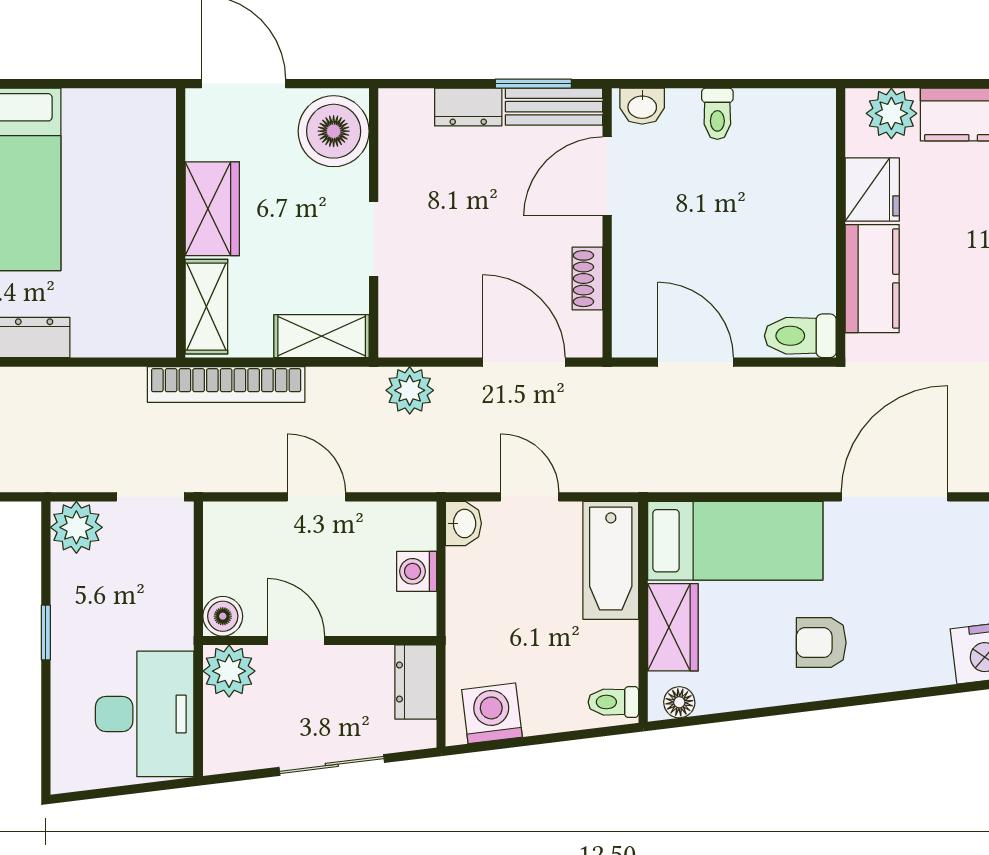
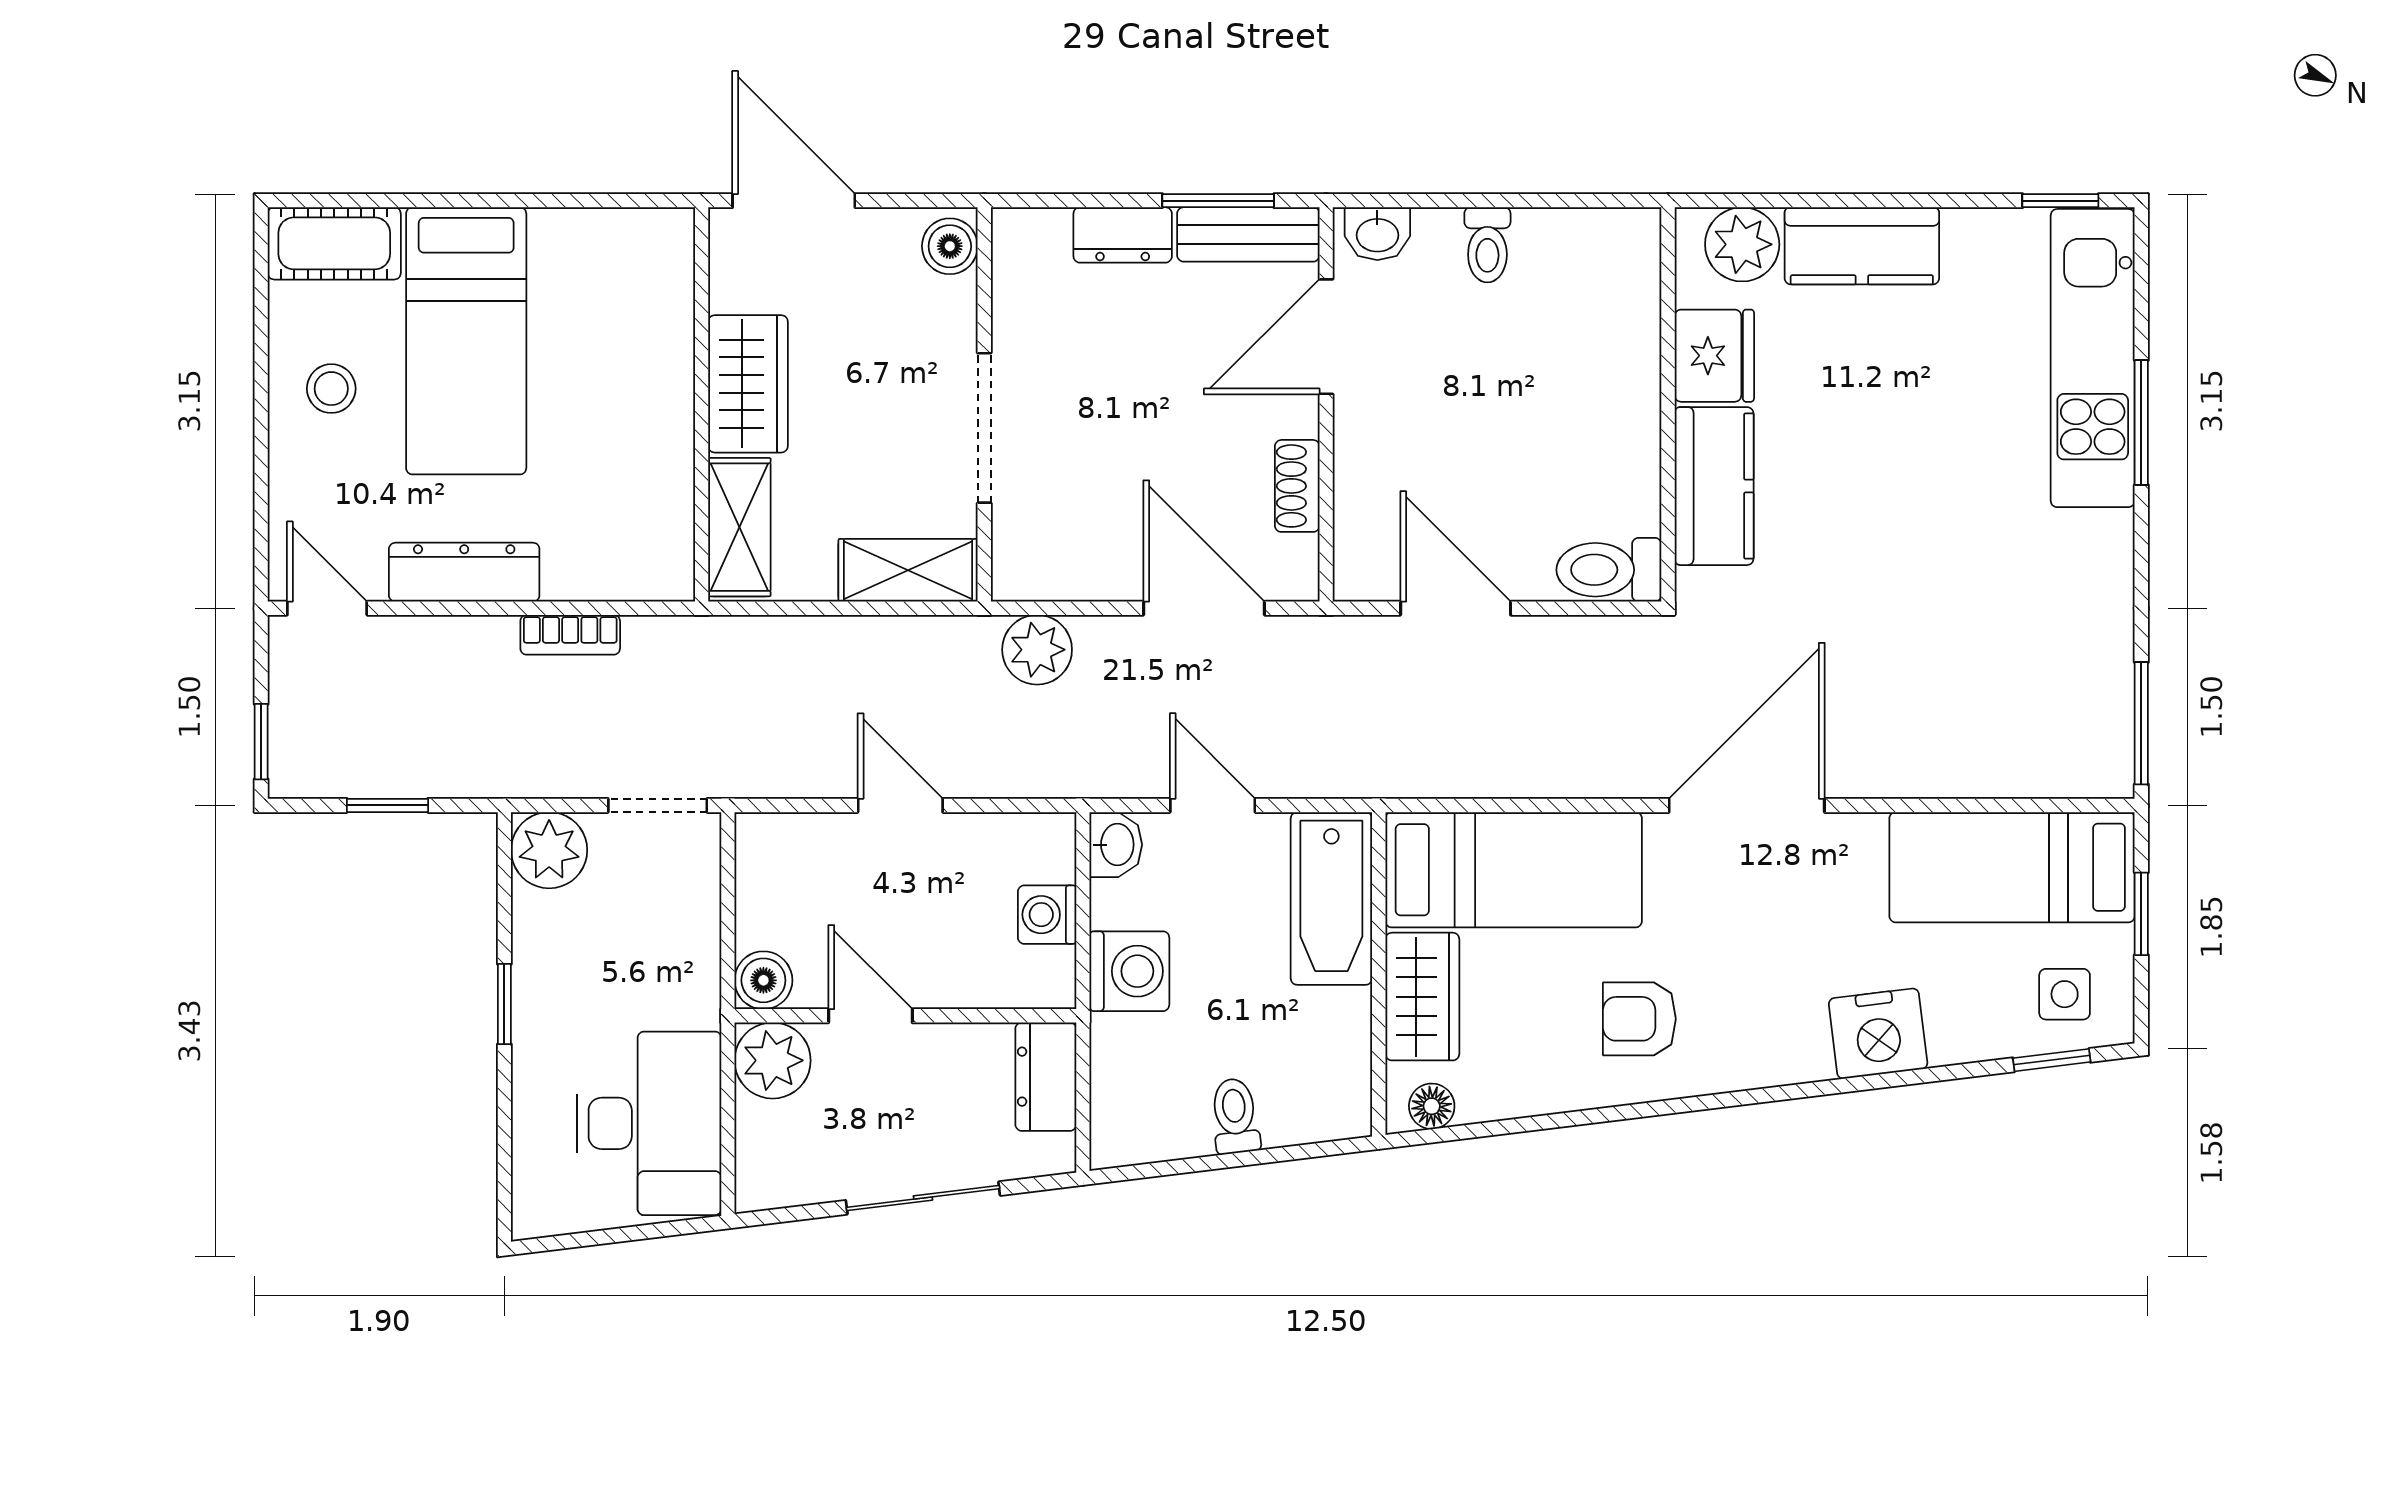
boiler: (334, 131) -> (950, 246), width x0.54, depth x0.54
doorway: (374, 239) -> (984, 428), width x1.38
bookcase: (226, 384) -> (570, 635), moved, width x0.43, depth x0.76
toilet: (613, 702) -> (1235, 1116), moved, turned 83
washing machine: (492, 713) -> (1129, 971), moved, turned 97

